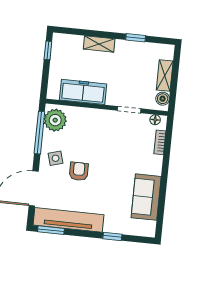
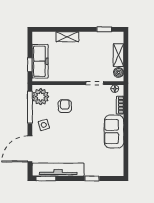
window: (136, 38) -> (104, 29), moved
window: (48, 50) -> (30, 65), moved
freezer: (83, 92) -> (40, 61), moved, turned 90
armchair: (79, 171) -> (65, 106), moved
sofa: (146, 197) -> (114, 132), moved

